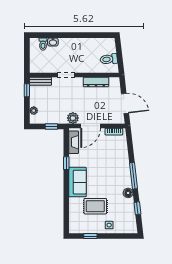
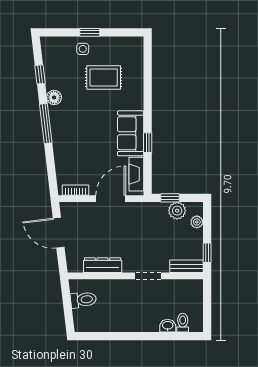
plant: (73, 118) -> (177, 211), moved
sofa: (77, 182) -> (131, 133), moved
window: (90, 236) -> (90, 32), moved

